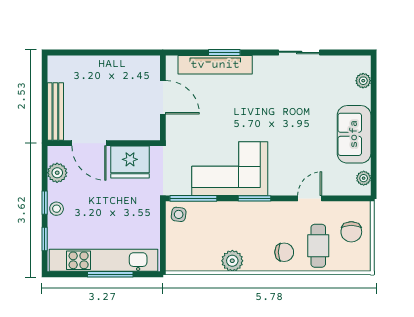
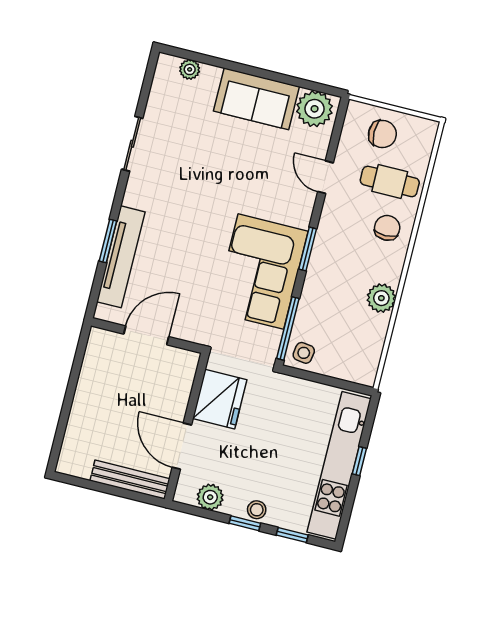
door: (89, 143) -> (182, 446), swing flipped
plant: (364, 178) -> (315, 109), width x1.87, depth x1.87
window: (110, 274) -> (359, 461), width x0.46

